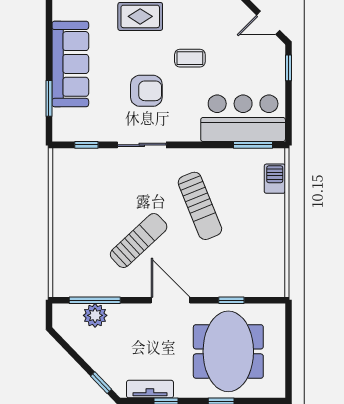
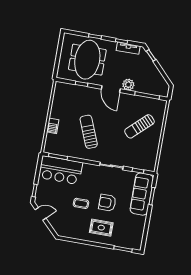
sofa: (70, 64) -> (142, 194), moved
armchair: (146, 91) -> (107, 203), moved
barbecue: (275, 179) -> (53, 126), moved
sun lounger: (139, 241) -> (139, 126), moved
plant: (95, 315) -> (128, 85), moved

